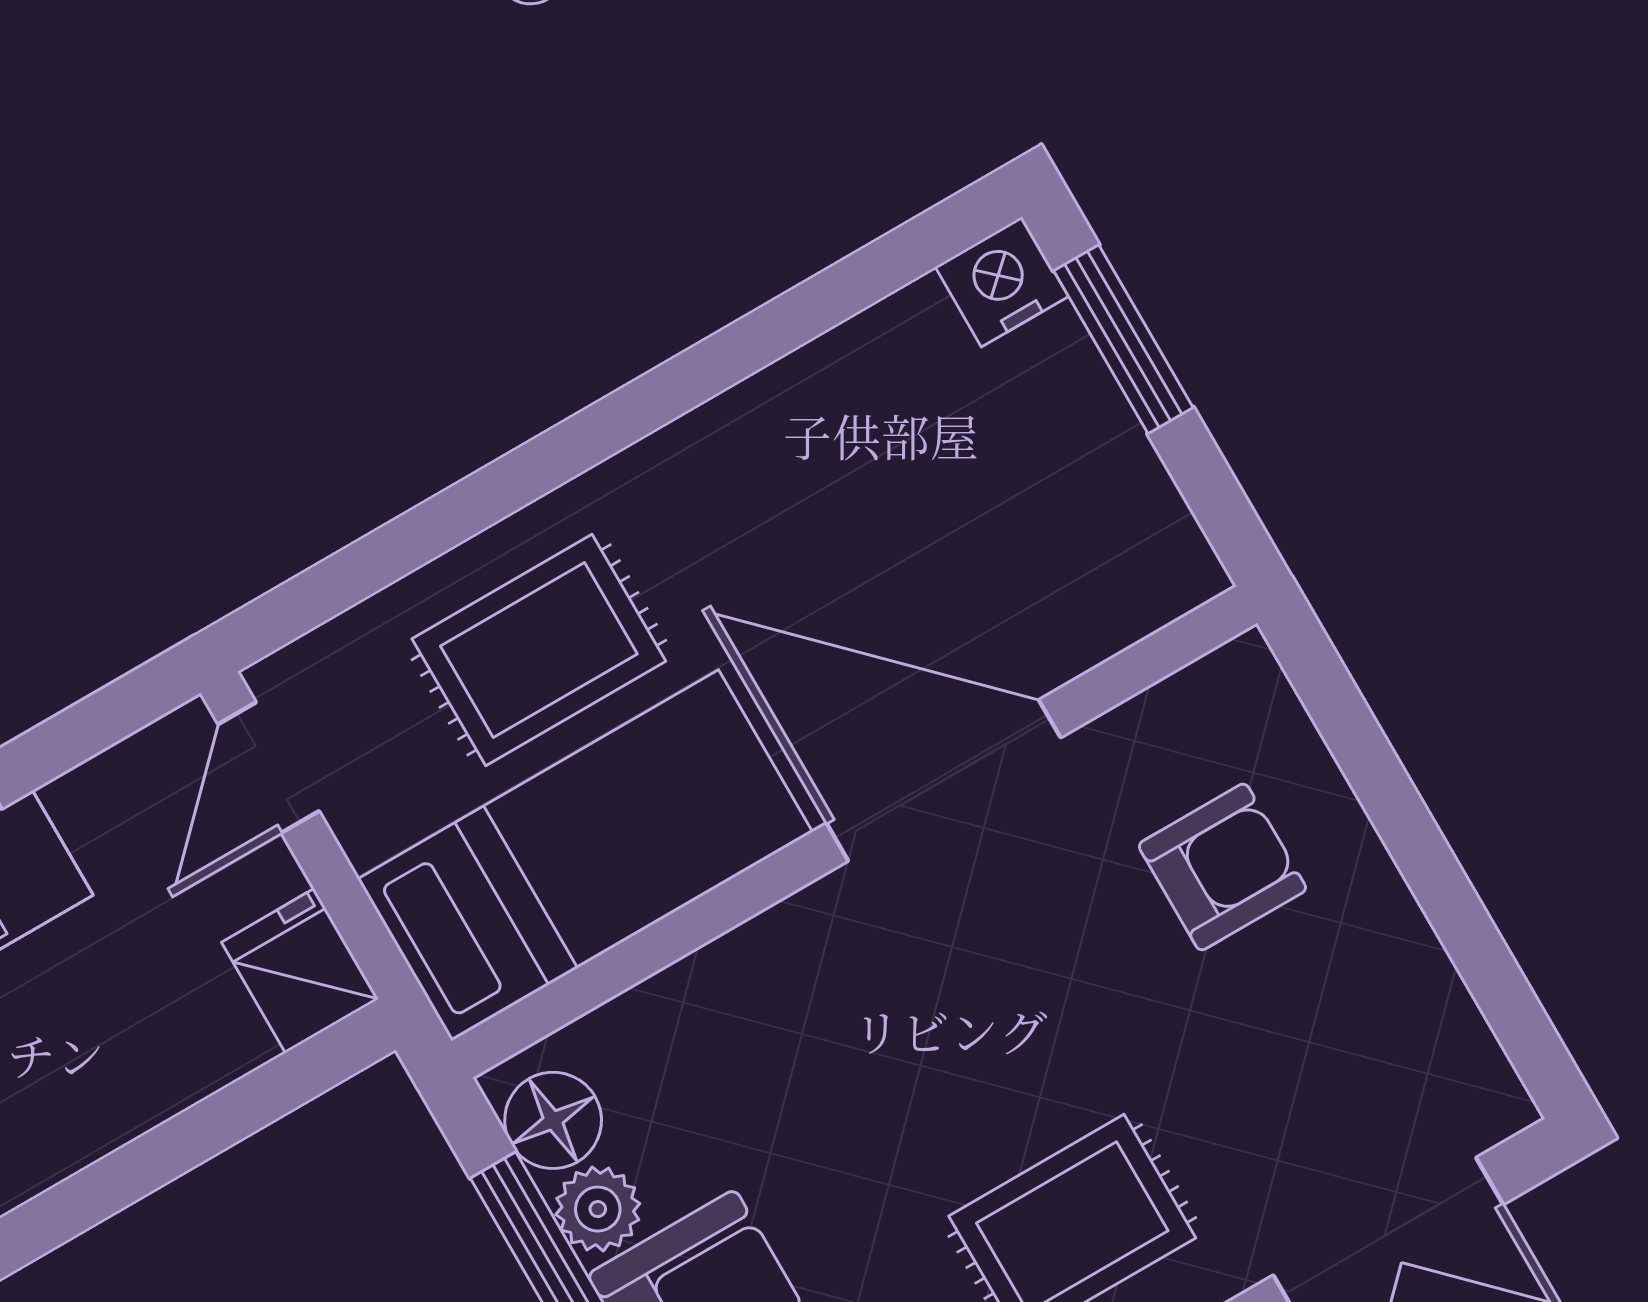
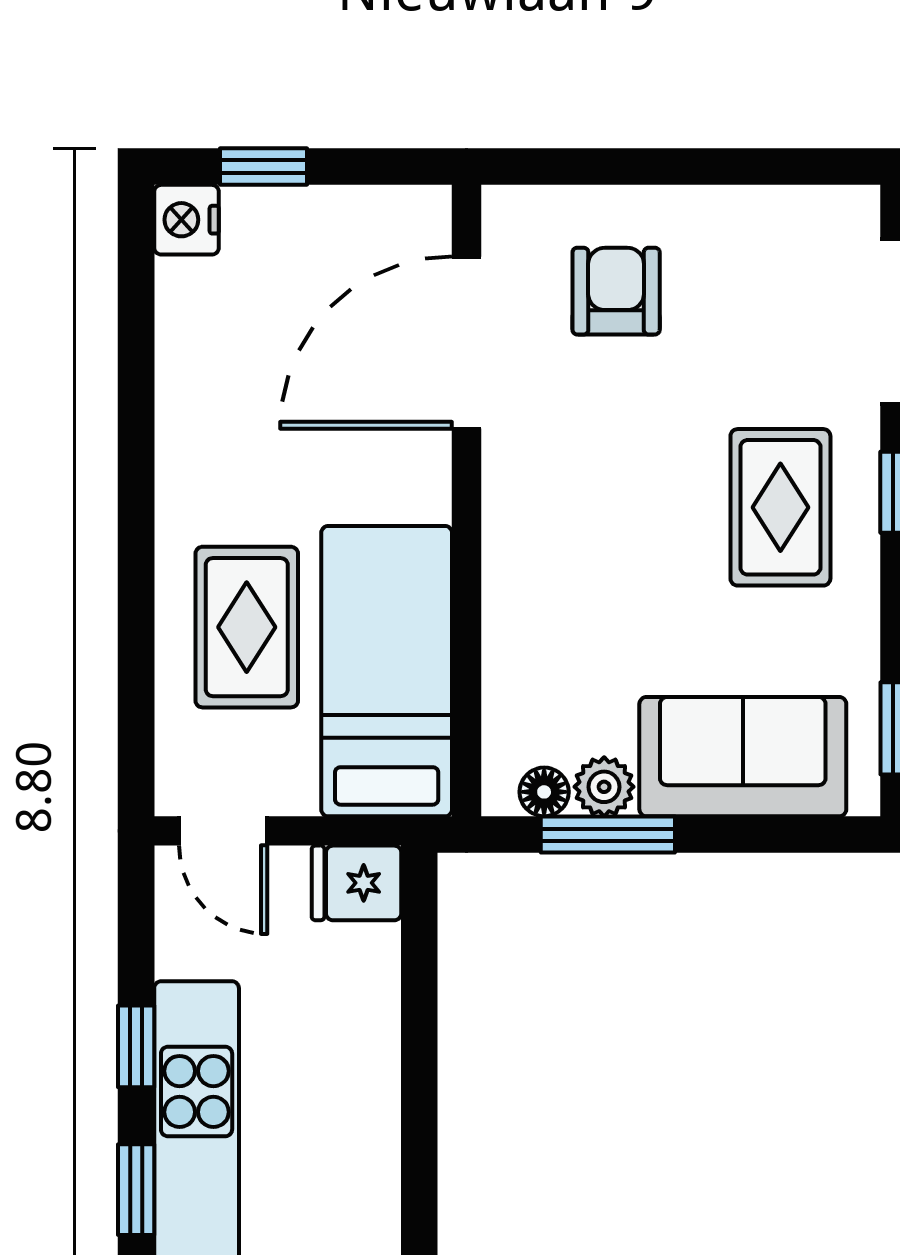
window: (1123, 339) -> (264, 167), width x0.67
door: (944, 780) -> (467, 343), moved
floor lamp: (553, 1120) -> (544, 792), width x0.73, depth x0.73

